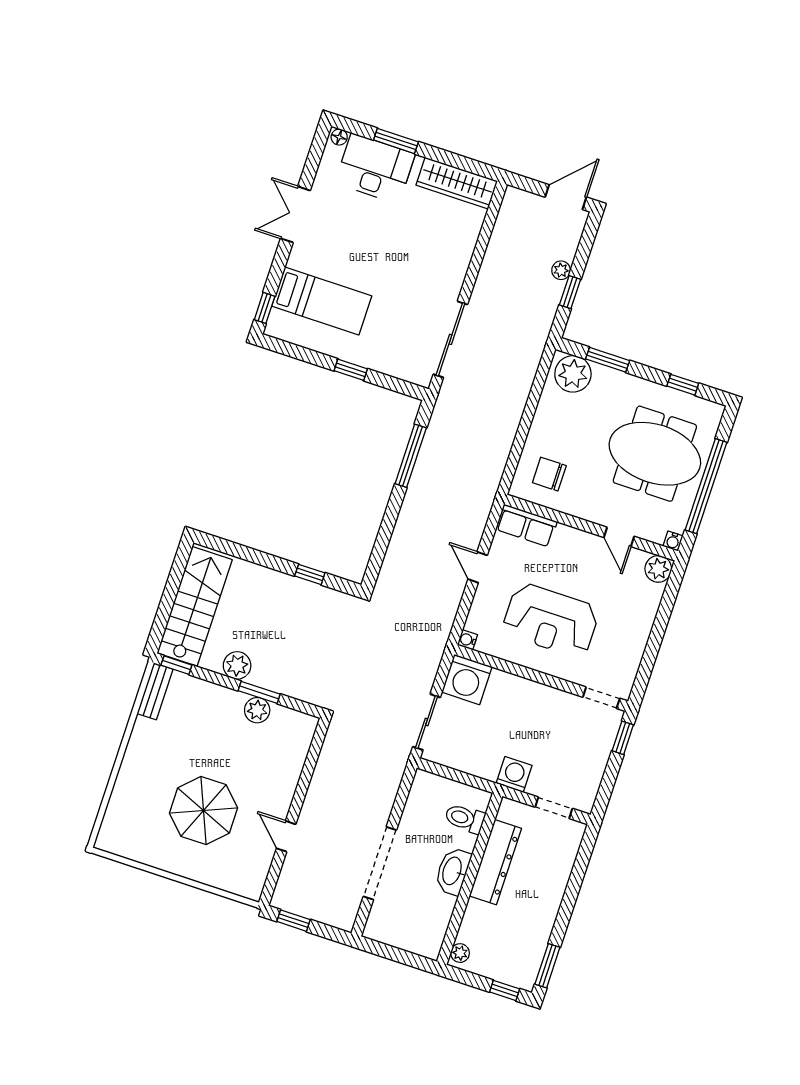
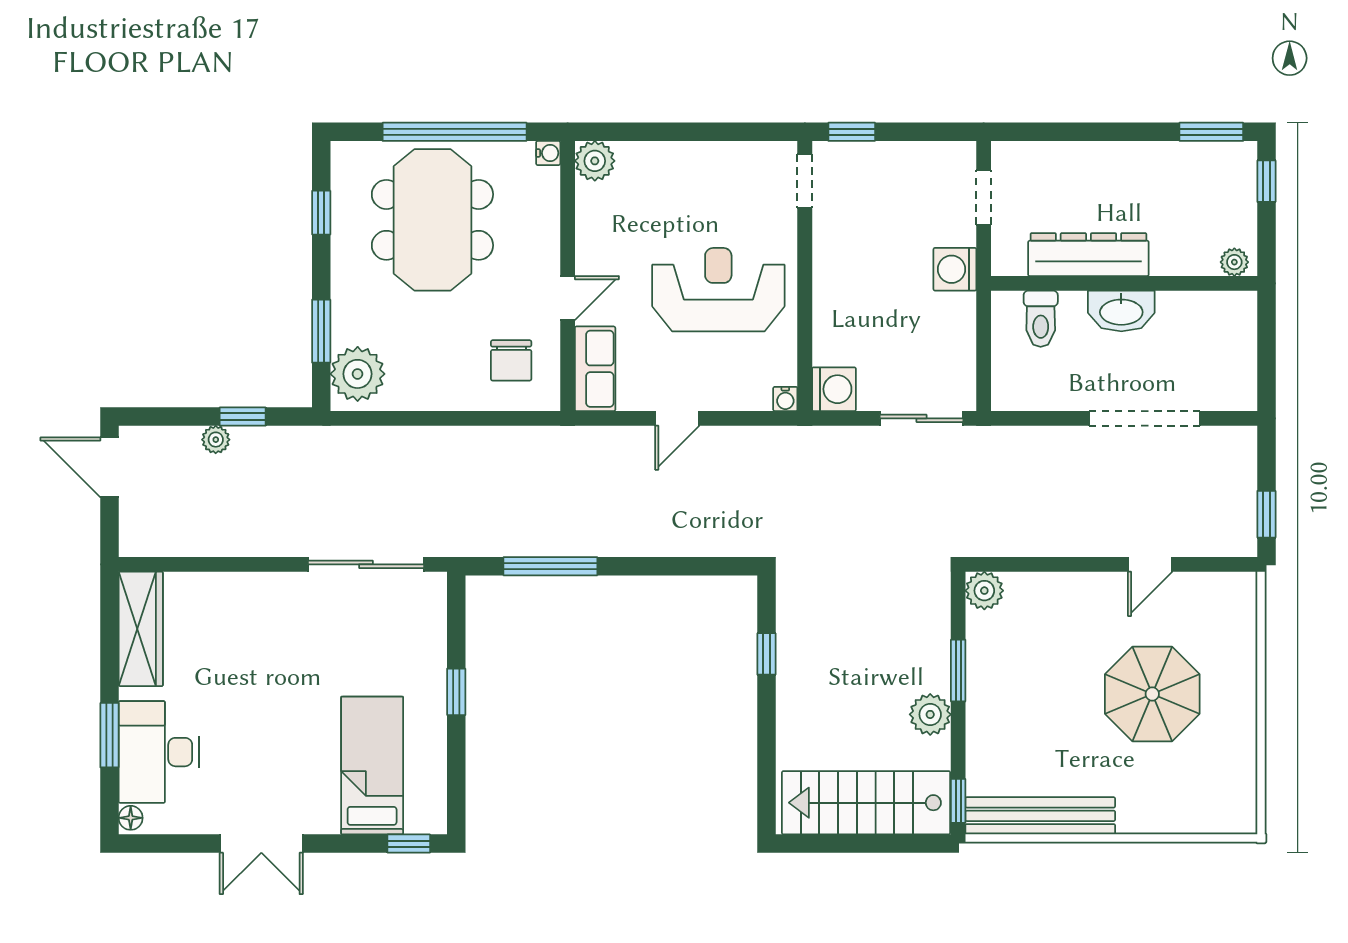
door: (619, 537) -> (568, 298), moved
reception desk: (551, 620) -> (718, 290), turned -90
washing machine: (467, 680) -> (834, 389), width x0.73, depth x0.73
bench: (155, 691) -> (1040, 816), width x1.86, depth x1.21
plant: (257, 710) -> (984, 591), moved

